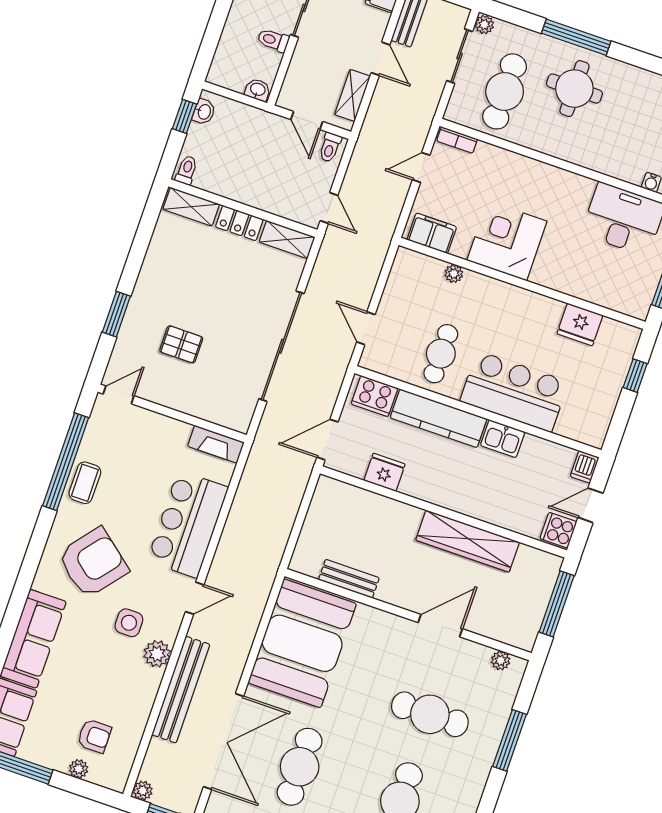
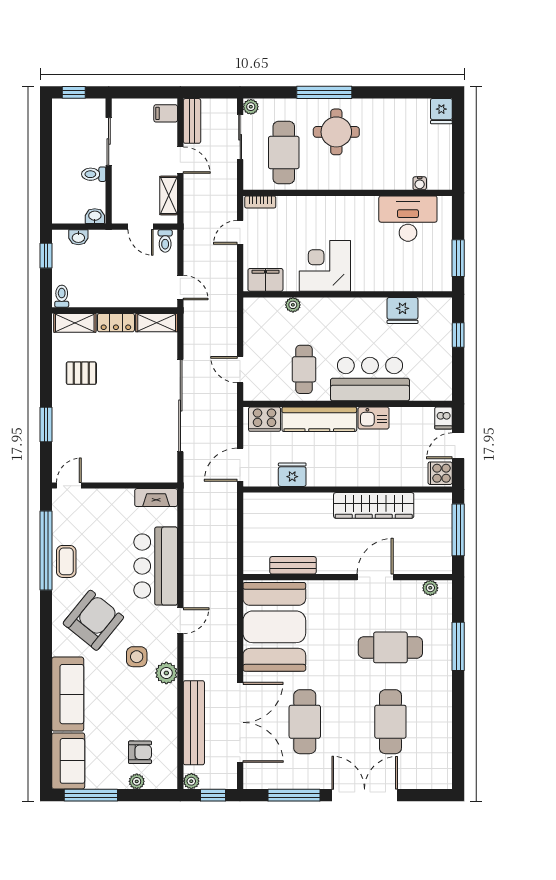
washbasin: (204, 112) -> (78, 237), moved, turned 90
pallet: (181, 344) -> (81, 373), moved
bench: (181, 690) -> (194, 723), moved

